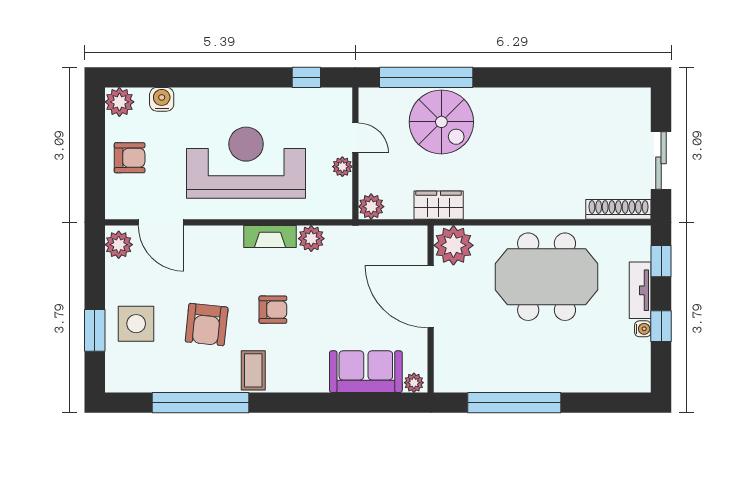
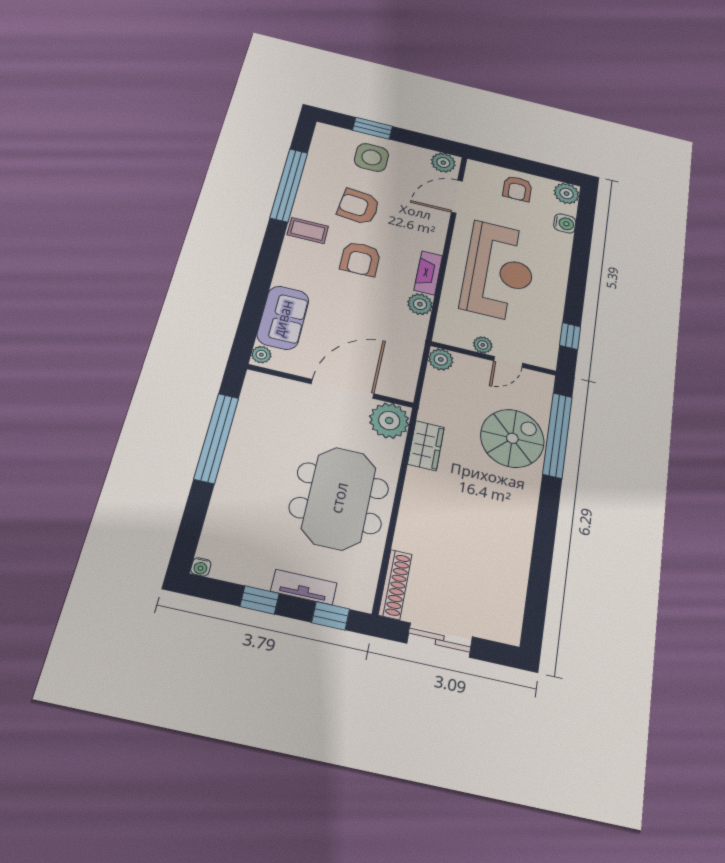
spiral stairs: (441, 122) -> (512, 438), turned 180
wardrobe: (439, 205) -> (426, 446), moved
armchair: (273, 310) -> (360, 259), width x1.38, depth x1.38
water cooler: (643, 329) -> (201, 567), moved

